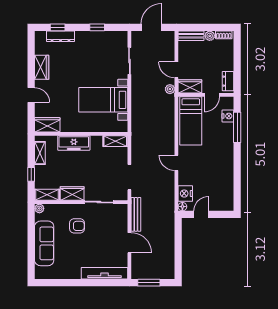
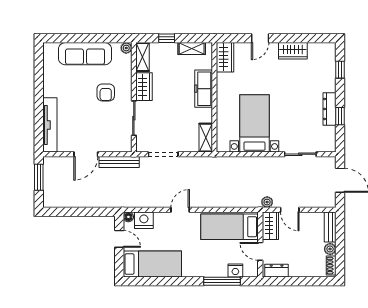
dresser: (61, 36) -> (329, 109), moved
door: (176, 70) -> (290, 210), swing flipped
bed: (222, 186) -> (152, 264), added

